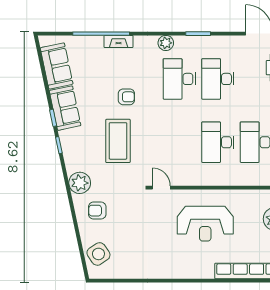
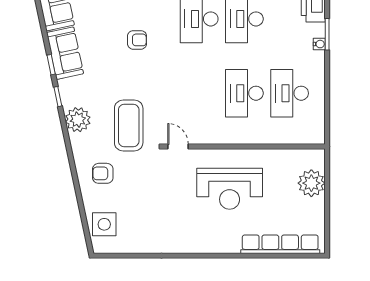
coffee table: (118, 141) -> (129, 126), moved
plant: (80, 183) -> (78, 120), moved
side table: (98, 254) -> (104, 224), turned 34

